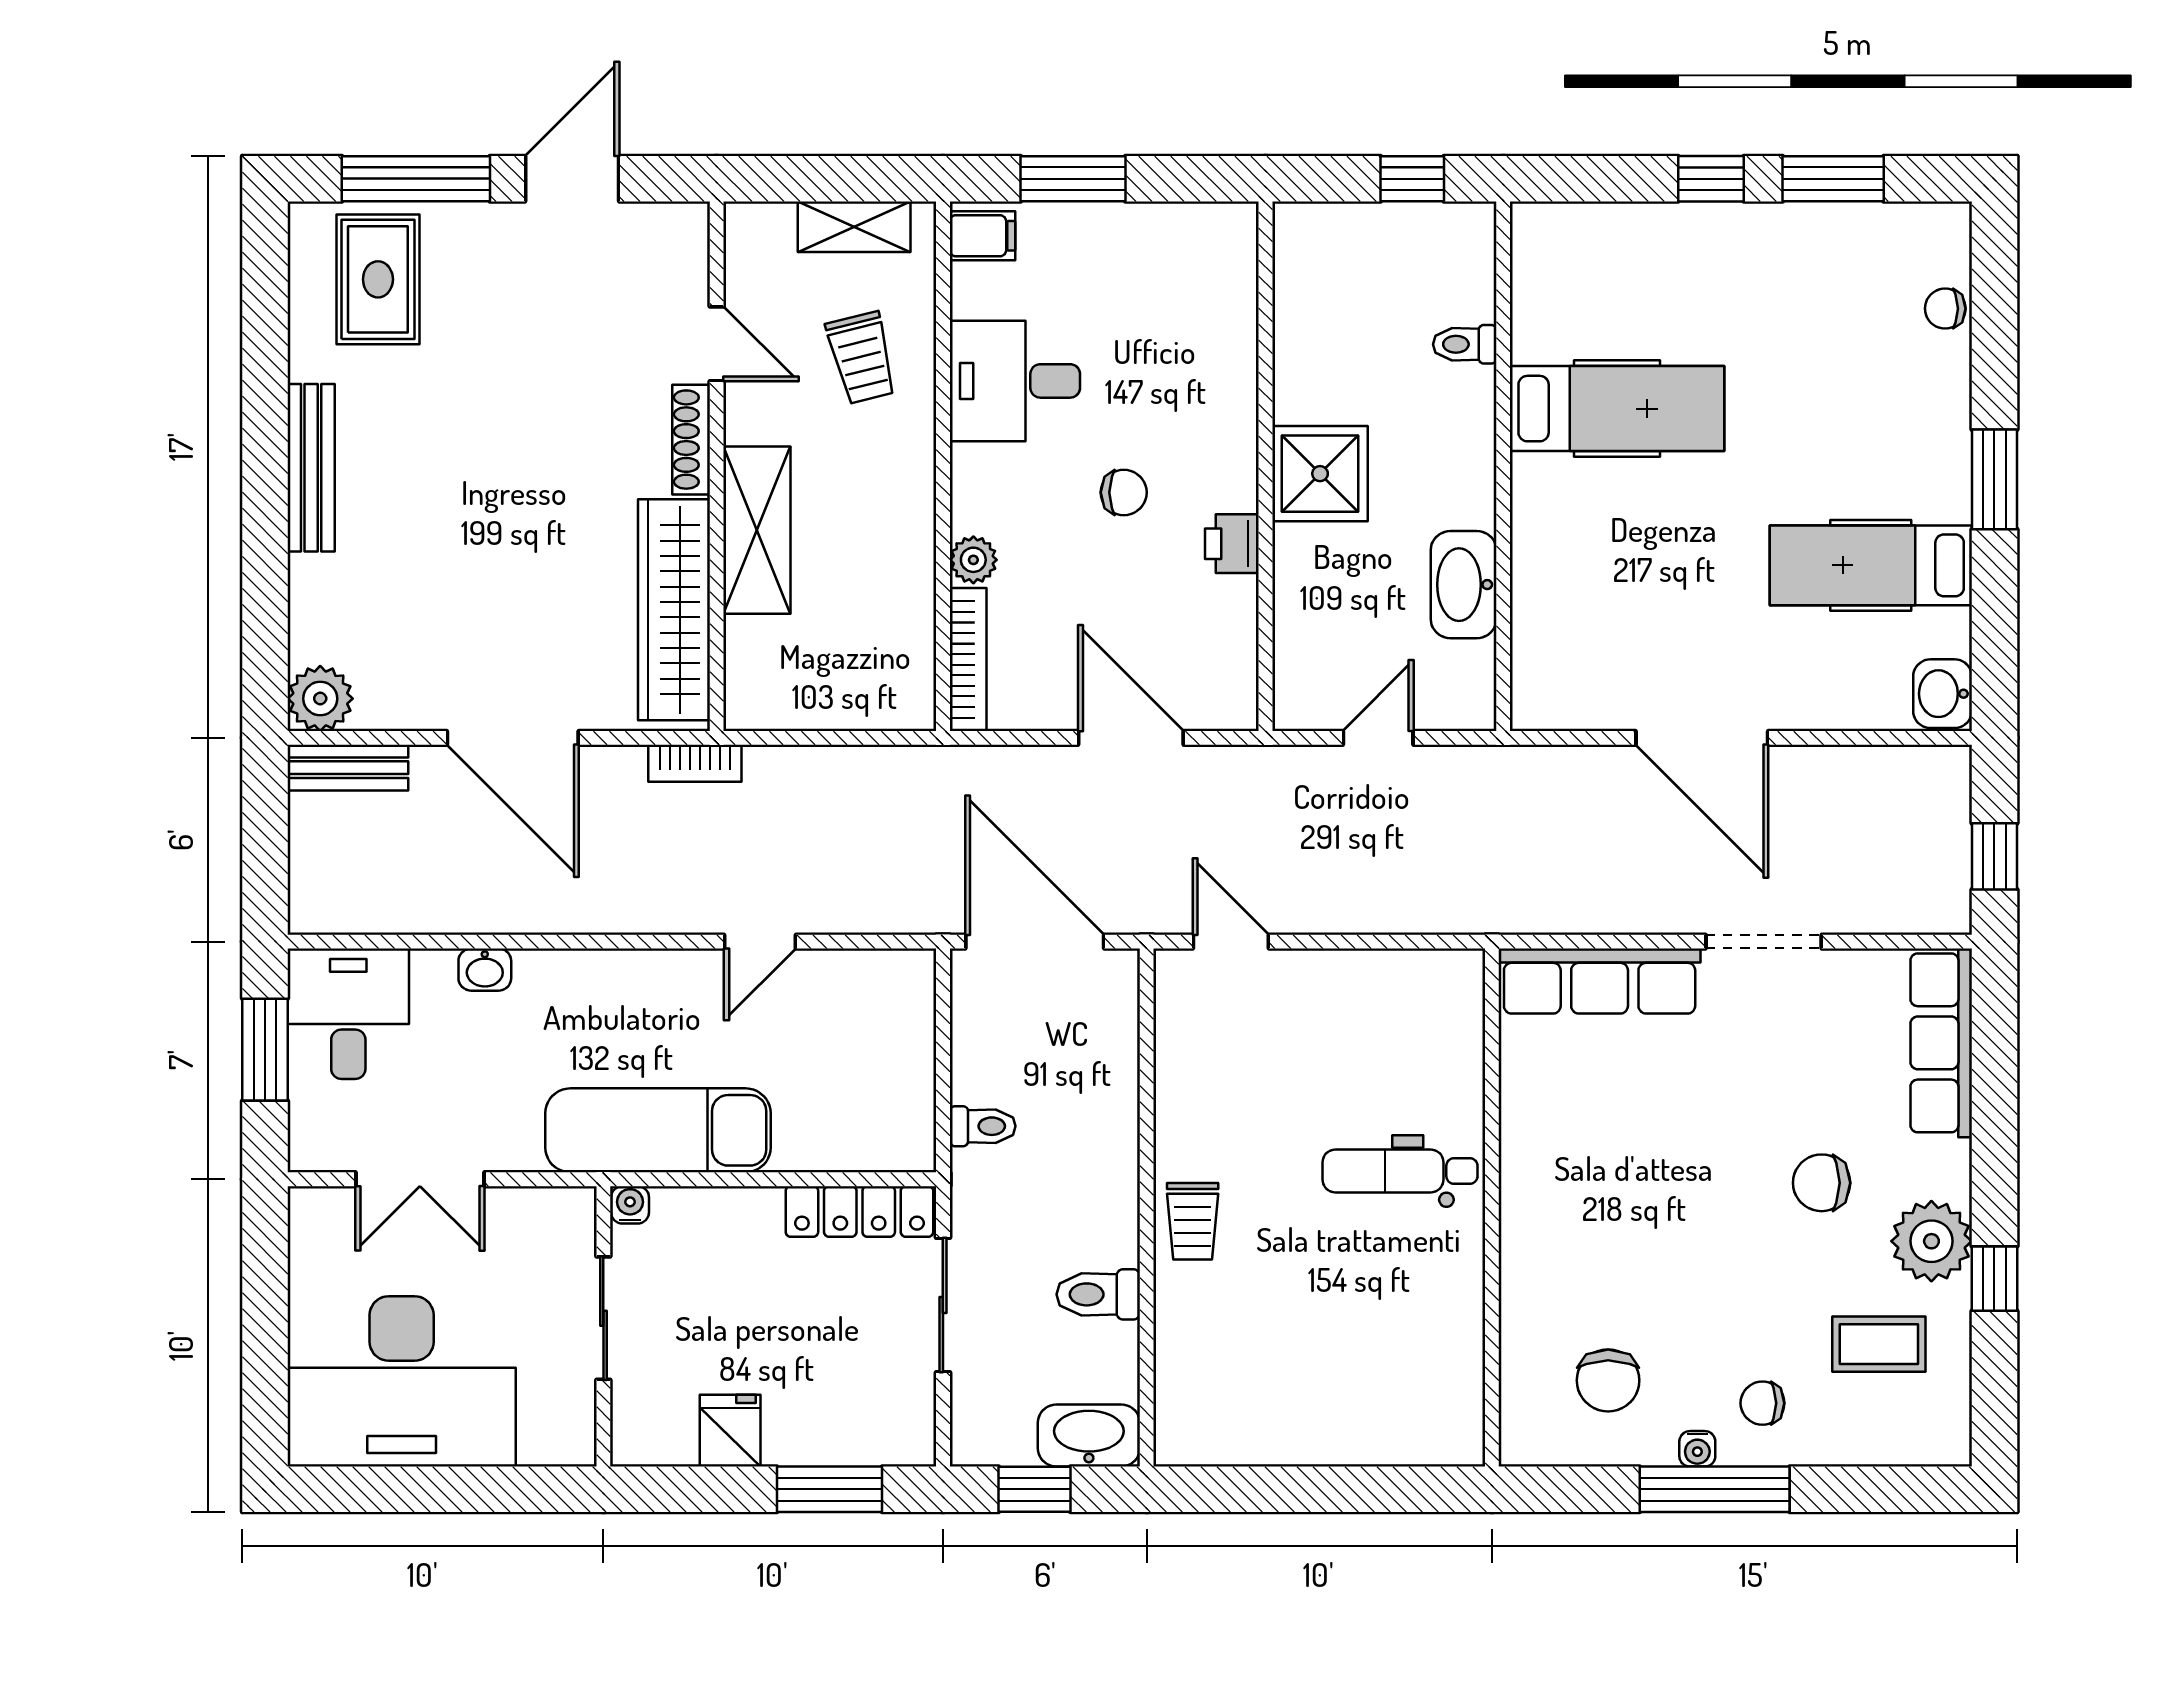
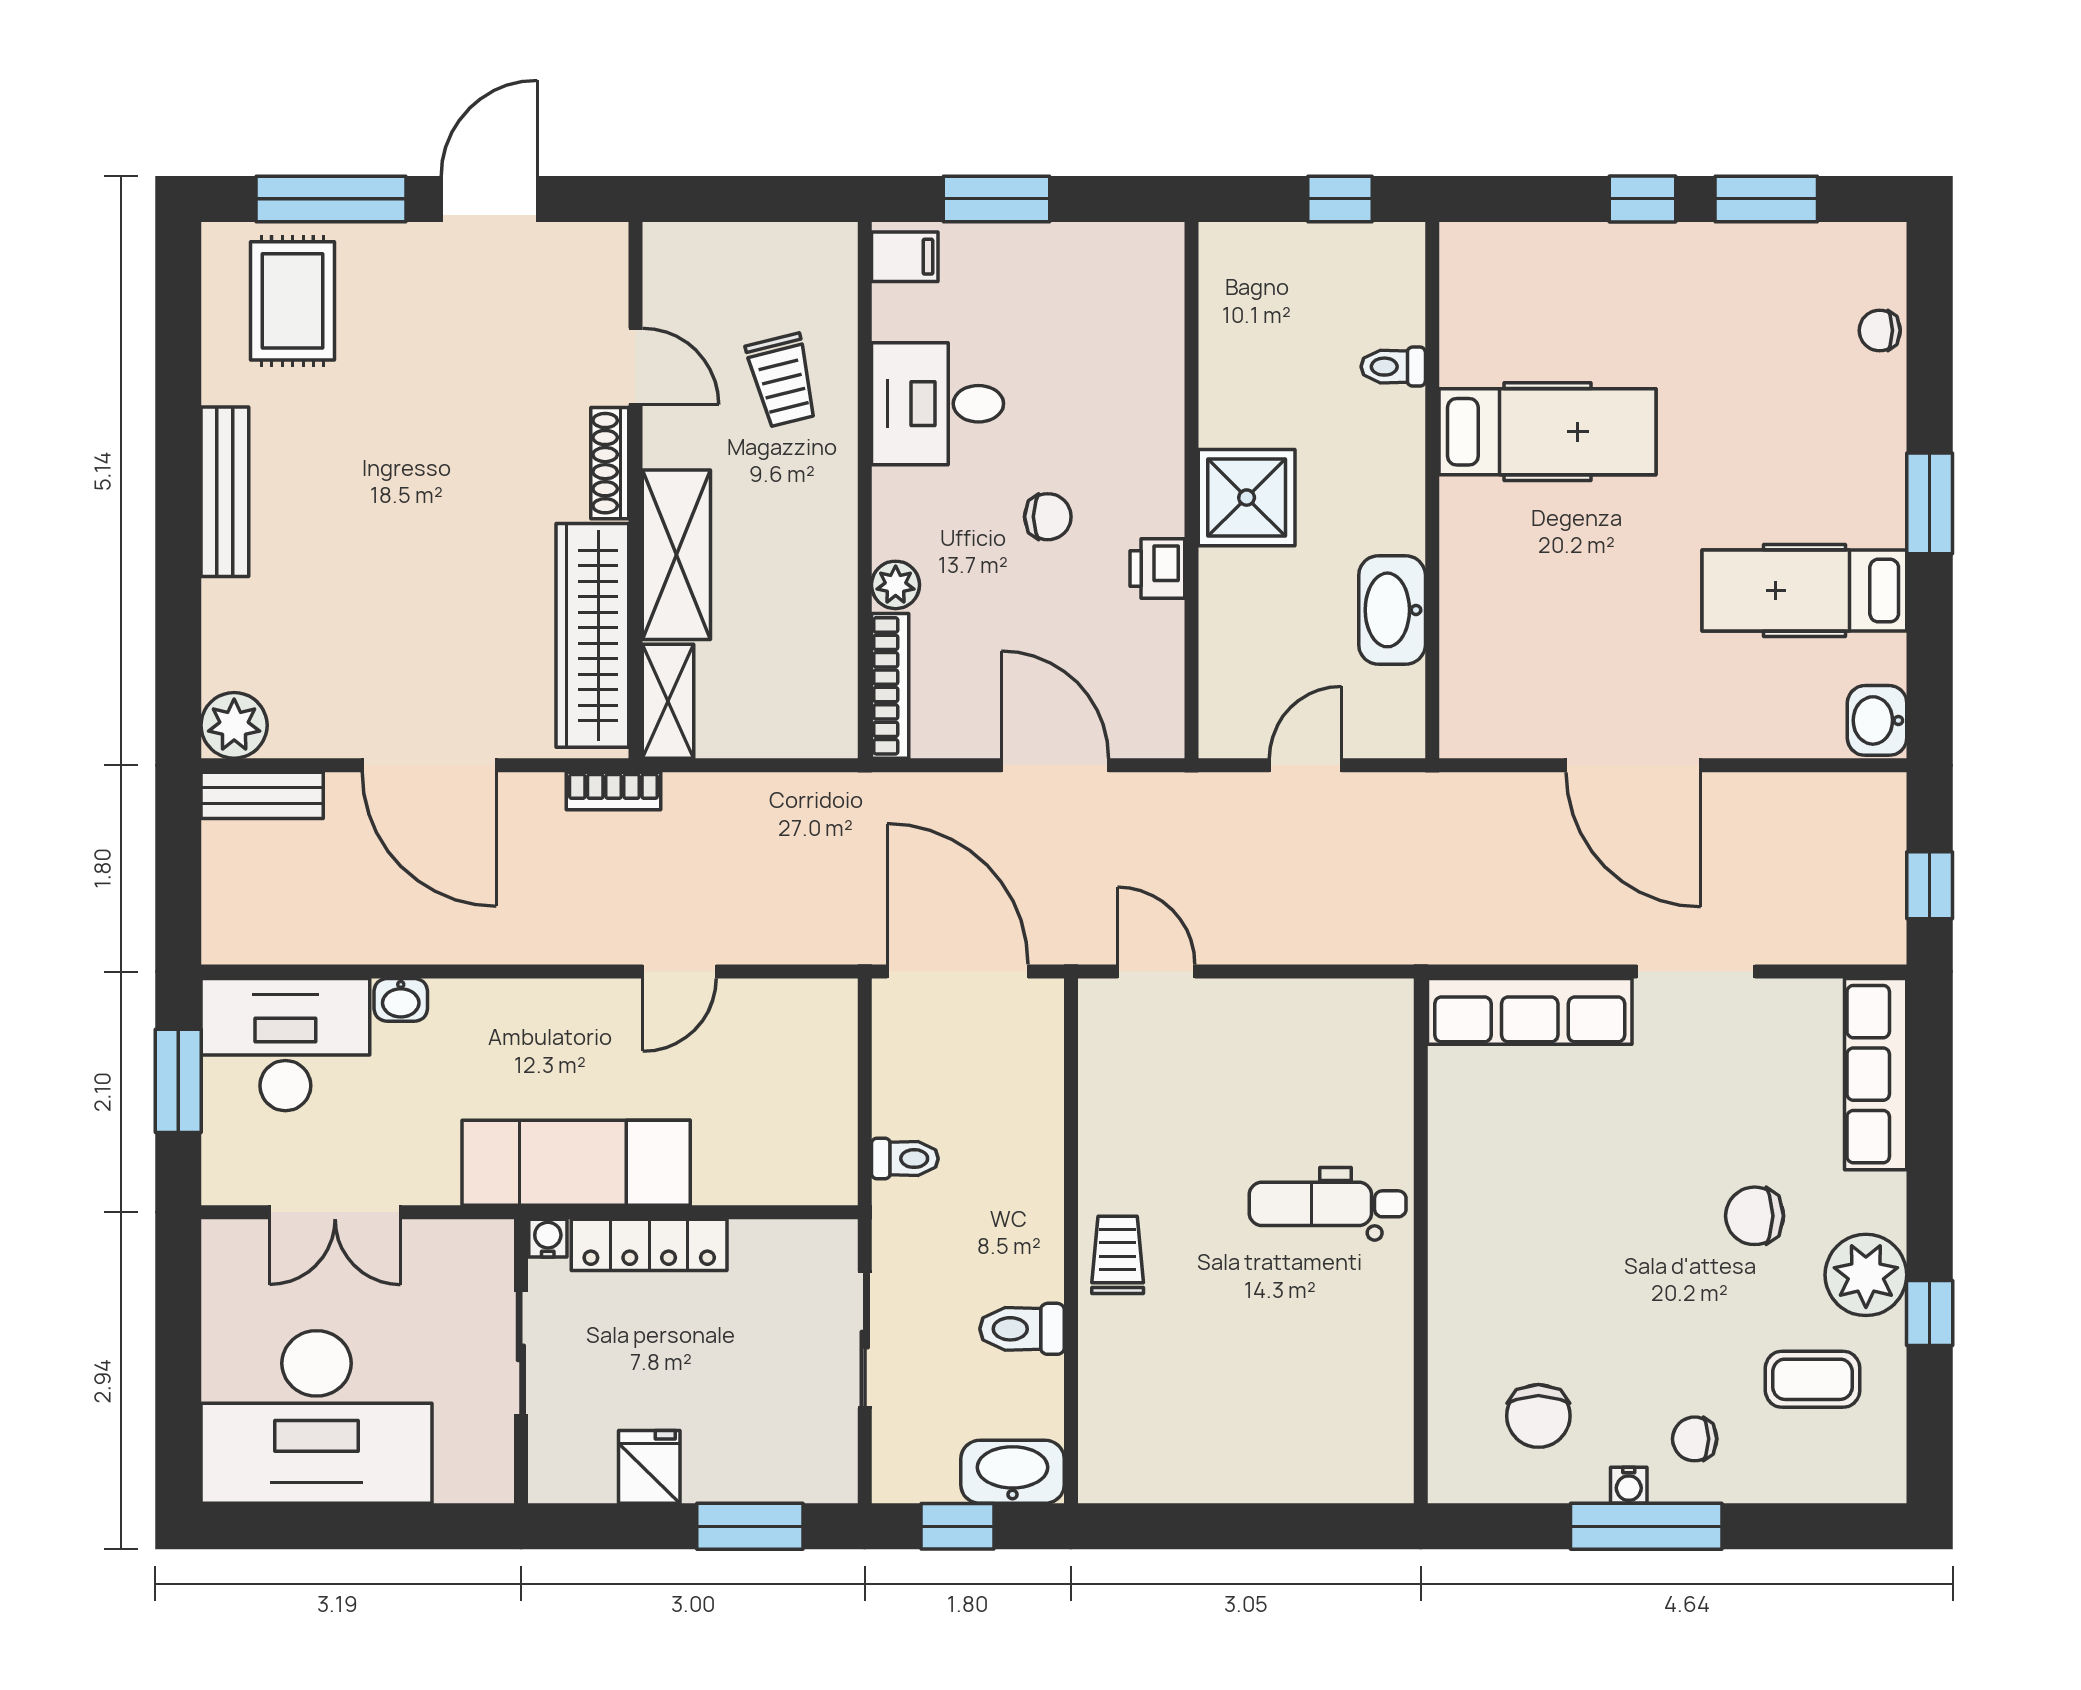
shelving: (854, 227) -> (668, 701), moved, turned 90
desk: (348, 1014) -> (285, 1045), width x1.37
locker: (859, 1211) -> (649, 1245), moved
trolley: (1193, 1221) -> (1118, 1255), turned 180

